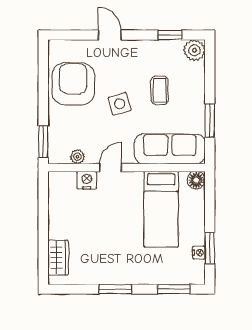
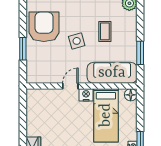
window: (43, 142) -> (23, 49), moved
plant: (77, 157) -> (47, 78), removed
nightstand: (87, 180) -> (86, 95), moved

